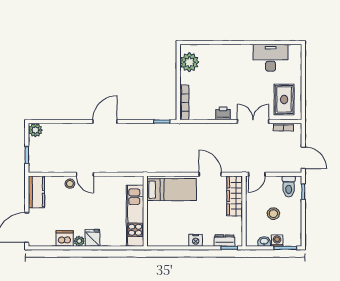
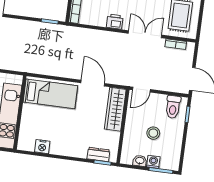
nightstand: (196, 240) -> (42, 147), moved

